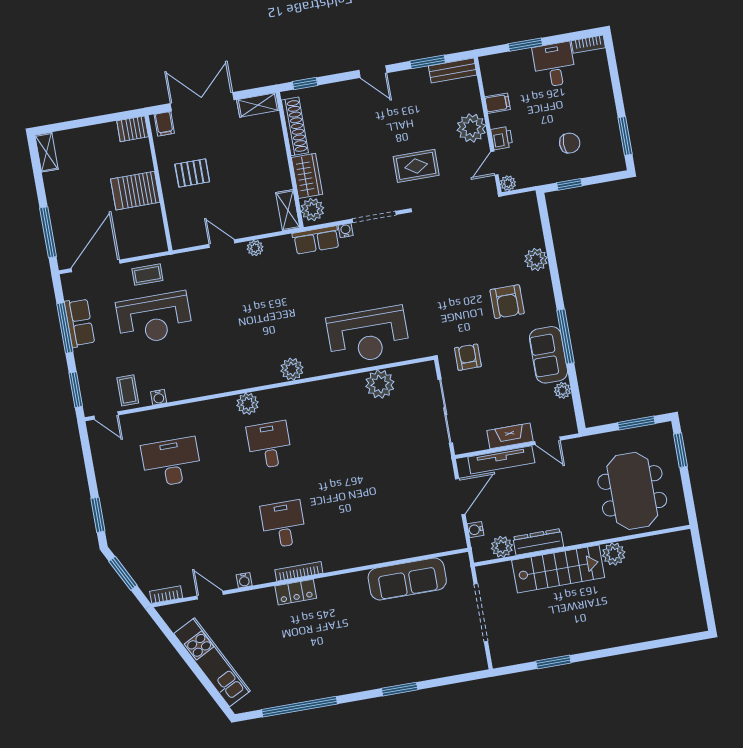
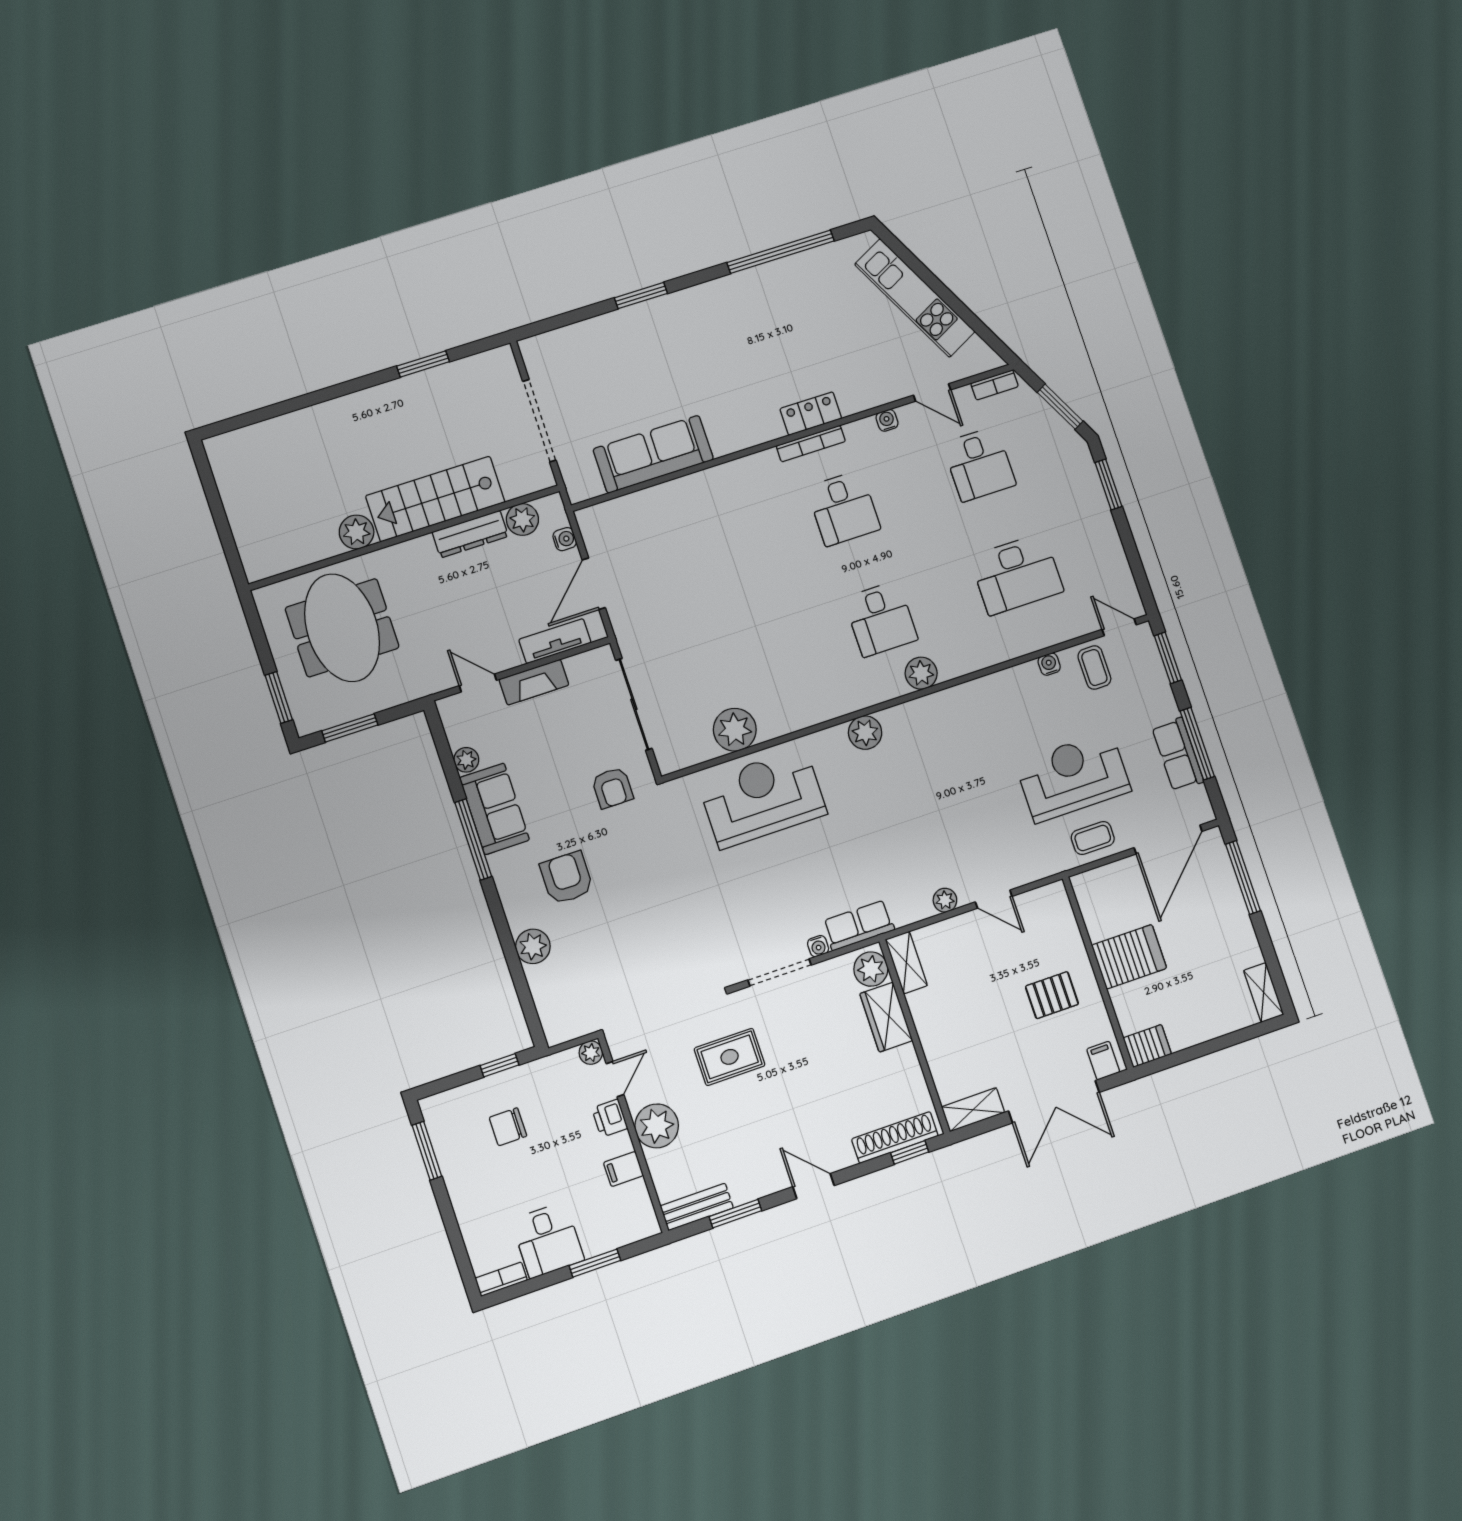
shoe rack: (295, 126) -> (895, 1137), moved, turned 90
tv unit: (501, 460) -> (555, 641), width x0.71
desk: (185, 541) -> (979, 464), added

